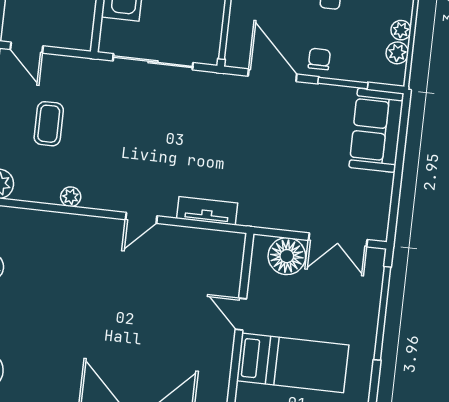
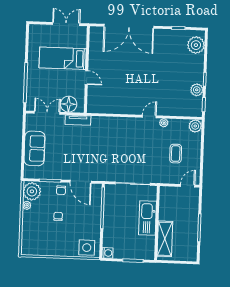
door: (27, 48) -> (188, 186), hinge flipped
plant: (397, 53) -> (32, 191), width x1.88, depth x1.88
sofa: (376, 130) -> (35, 148), moved
tv unit: (207, 211) -> (78, 120), moved
door: (141, 218) -> (149, 117), moved

